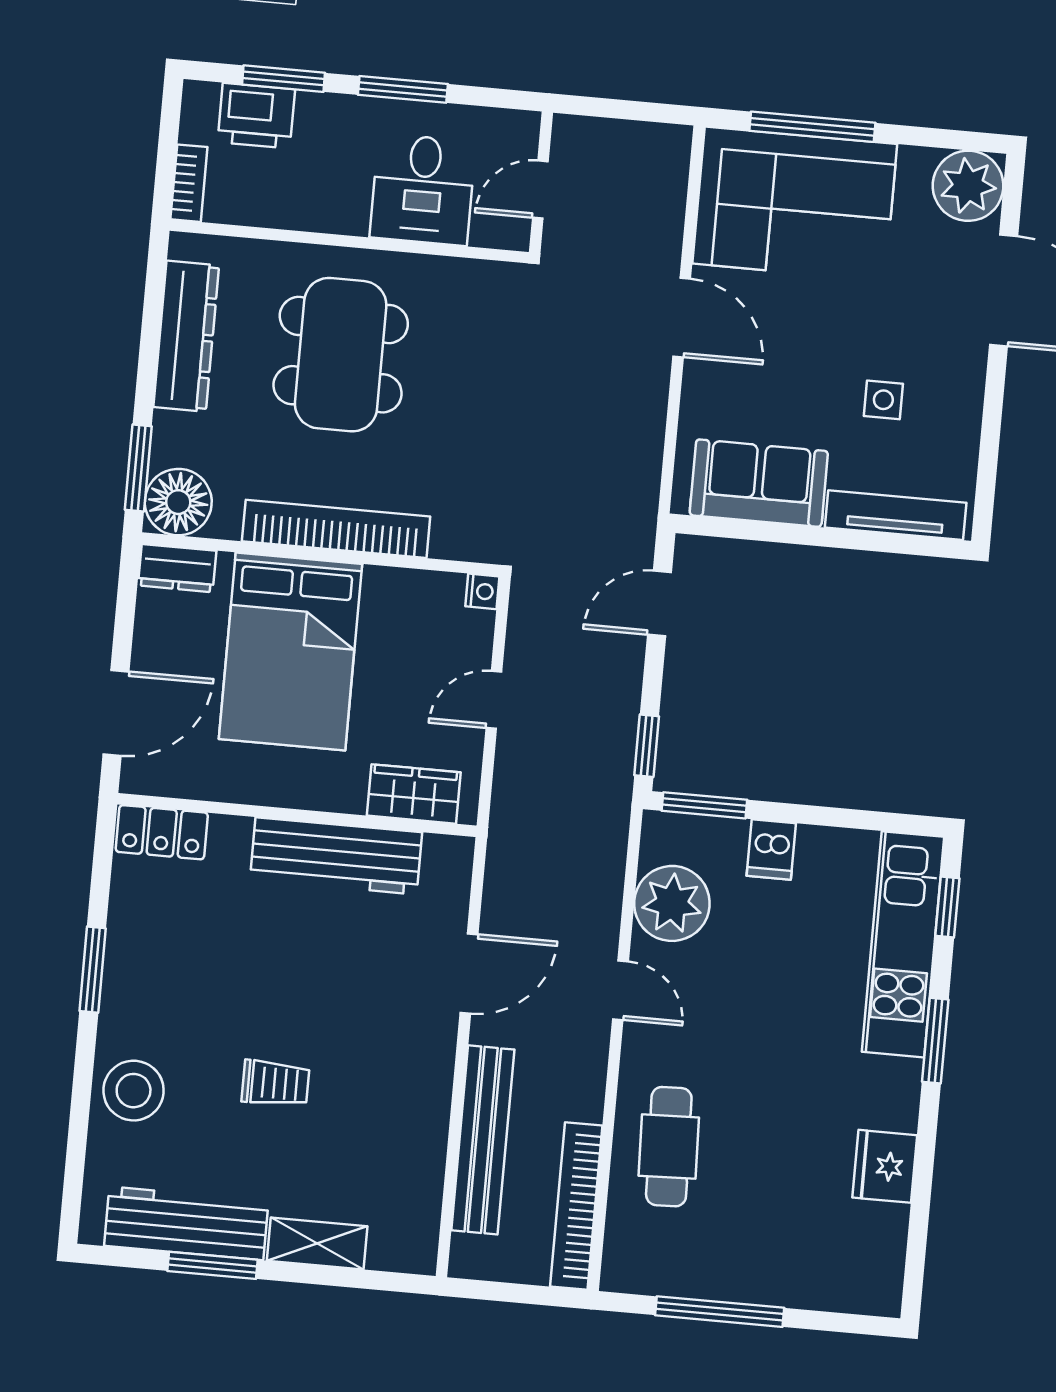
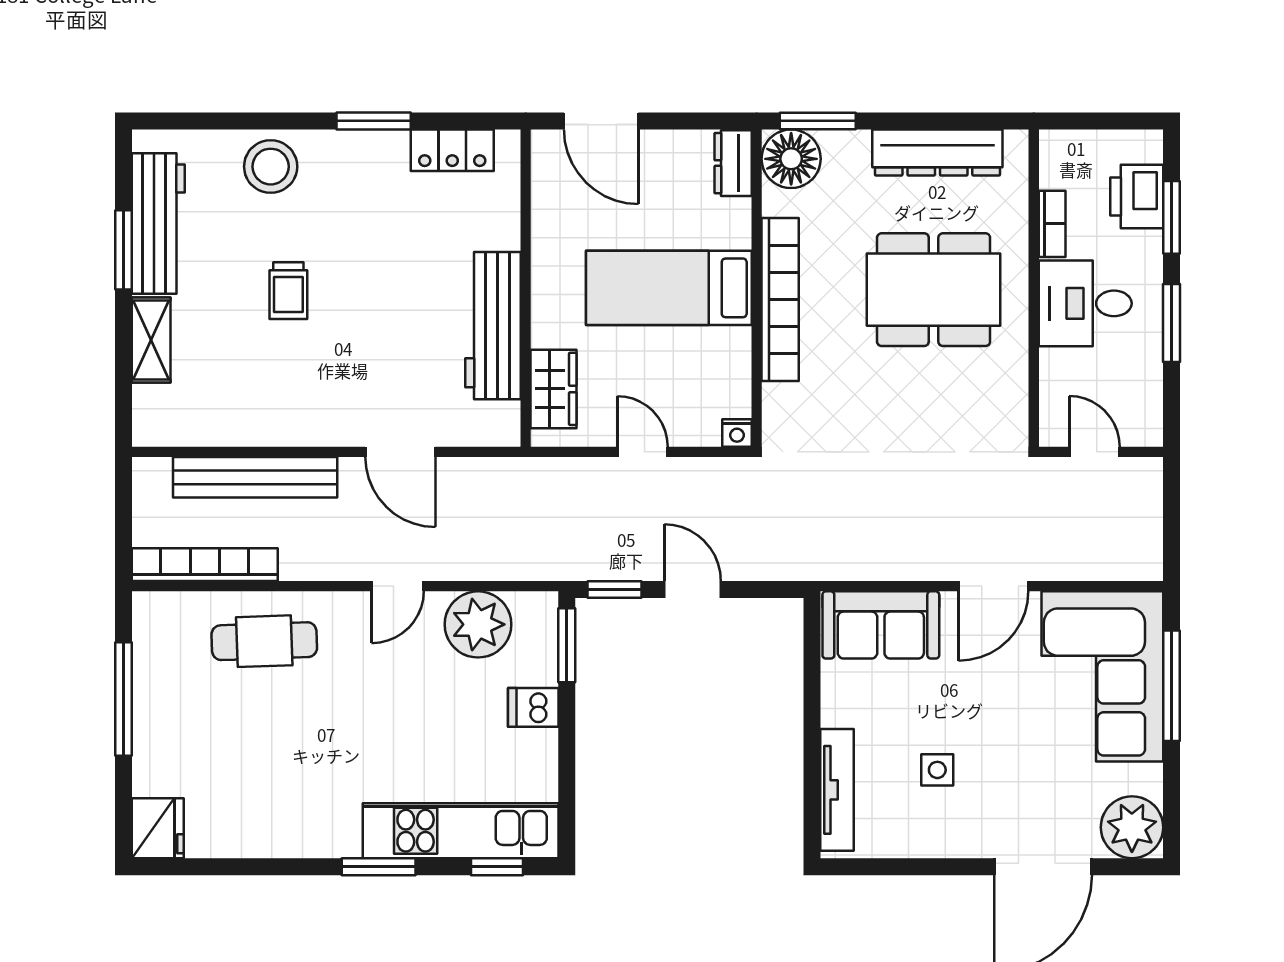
bookcase: (189, 183) -> (1052, 224), moved, turned -90
desk: (423, 190) -> (1085, 303), moved
sofa: (759, 483) -> (881, 625), moved, turned 90
door: (659, 603) -> (693, 590), moved
bed: (290, 651) -> (669, 288), width x0.67
locker: (162, 832) -> (452, 150), moved, turned -90
fridge: (885, 1166) -> (158, 828), moved, turned 90

